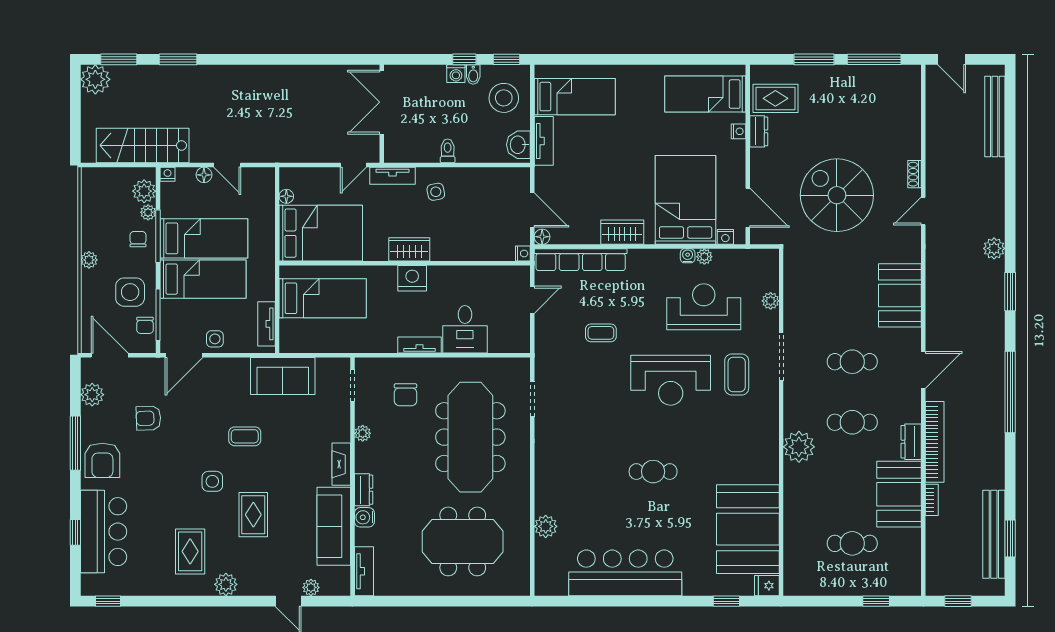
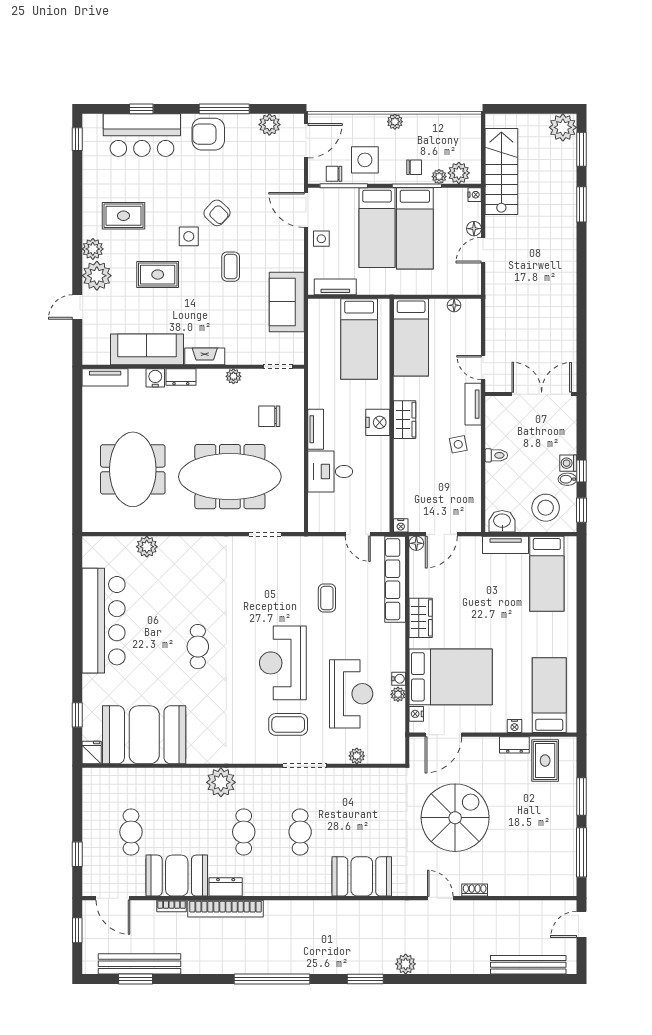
bed: (321, 233) -> (411, 337), width x0.67
door: (923, 370) -> (113, 898), moved
armchair: (148, 418) -> (217, 213), moved, turned 135
plant: (311, 587) -> (97, 276), moved, width x1.88, depth x1.88

